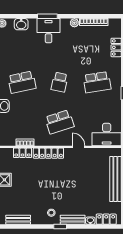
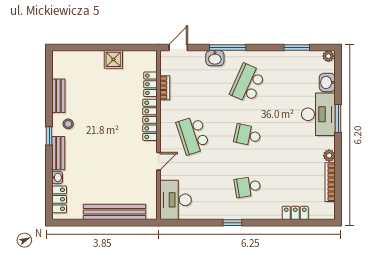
desk: (49, 31) -> (318, 114), width x1.37
school desk: (22, 82) -> (248, 83), turned 36
school desk: (97, 82) -> (248, 187), width x0.54
bench: (18, 220) -> (58, 96), moved

